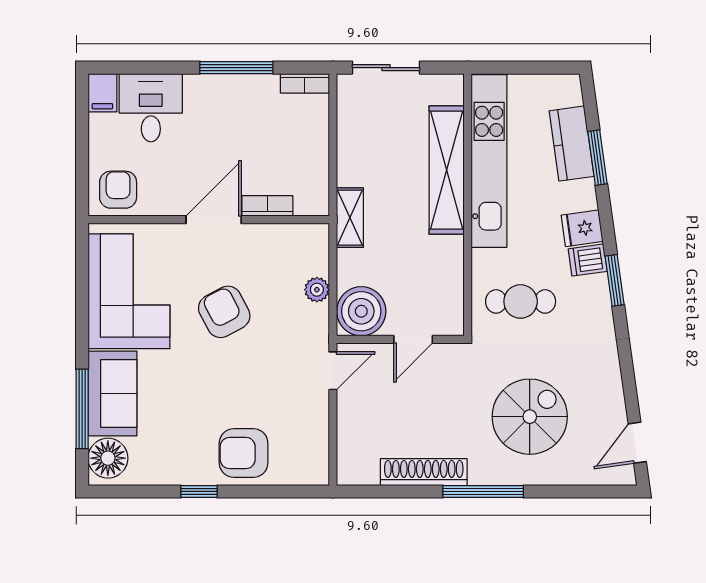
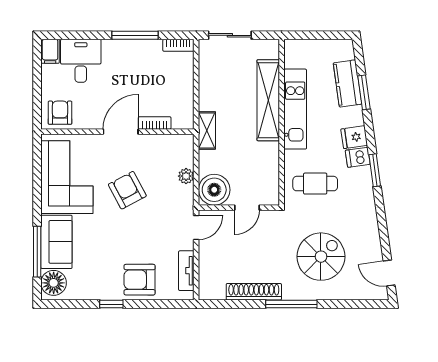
kitchen unit: (489, 161) -> (295, 109), width x0.73
tv unit: (317, 439) -> (186, 271), added
door: (637, 443) -> (389, 273), hinge flipped

